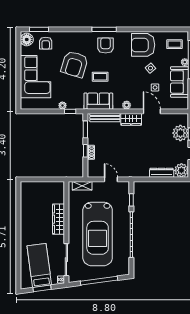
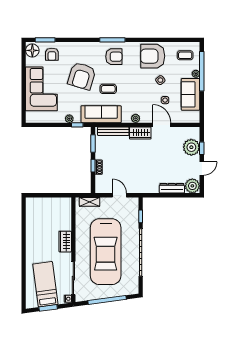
armchair: (106, 45) -> (114, 57), turned 90
sofa: (98, 101) -> (101, 114), width x1.36
wardrobe: (58, 219) -> (65, 242), width x0.67

